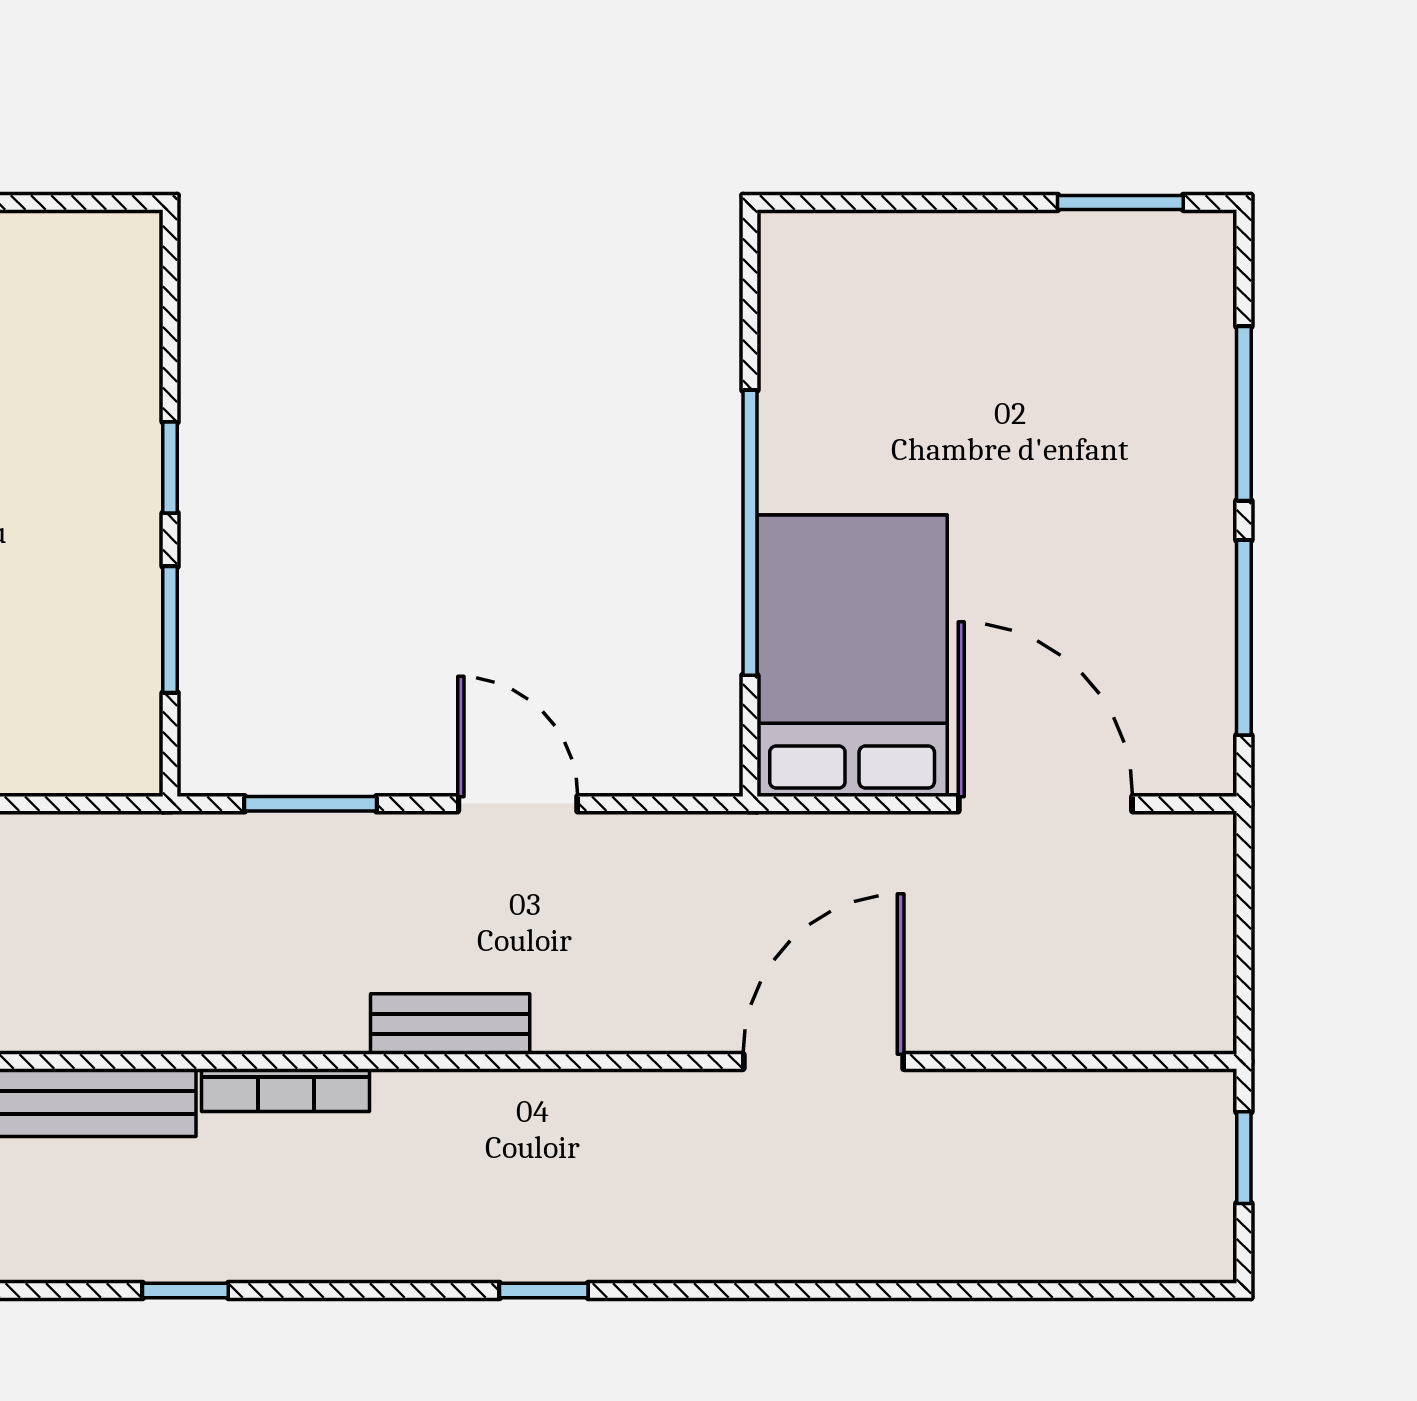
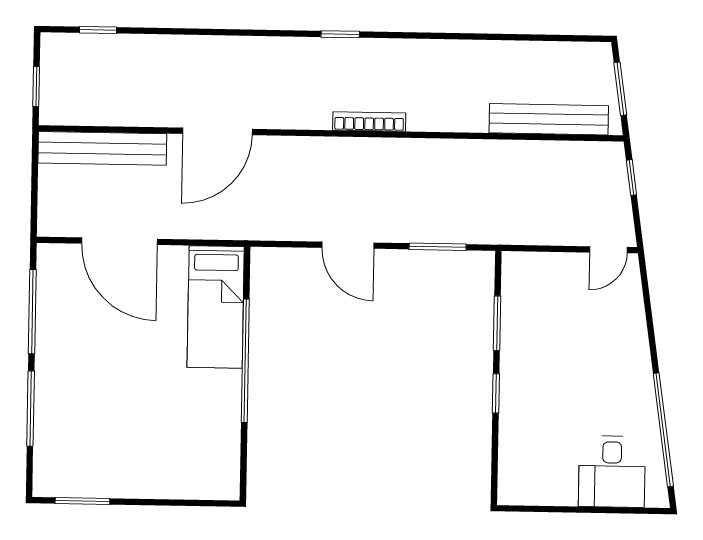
bed: (852, 656) -> (216, 307), width x0.67
bench: (450, 1024) -> (102, 148), moved, width x1.86, depth x1.21
bookcase: (286, 1090) -> (369, 122), moved
window: (185, 1291) -> (98, 30), moved

